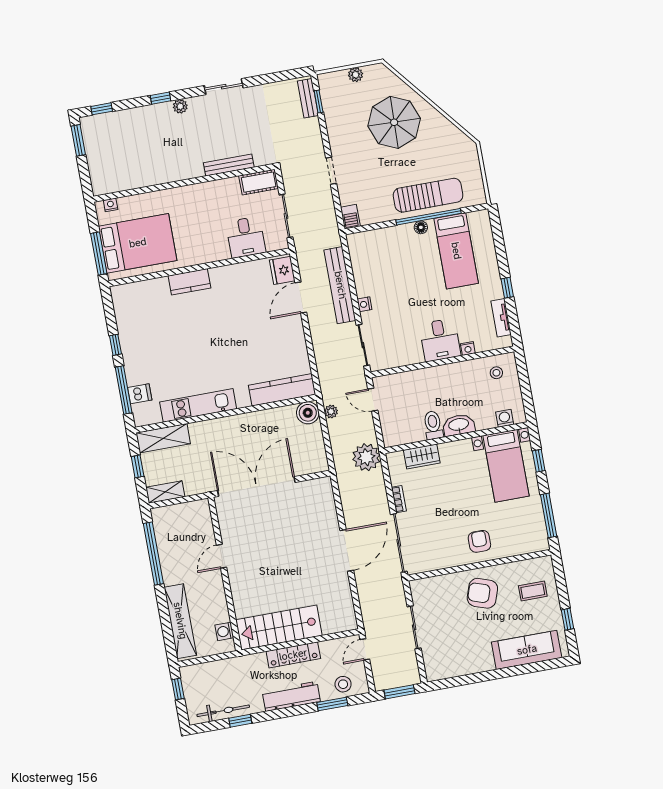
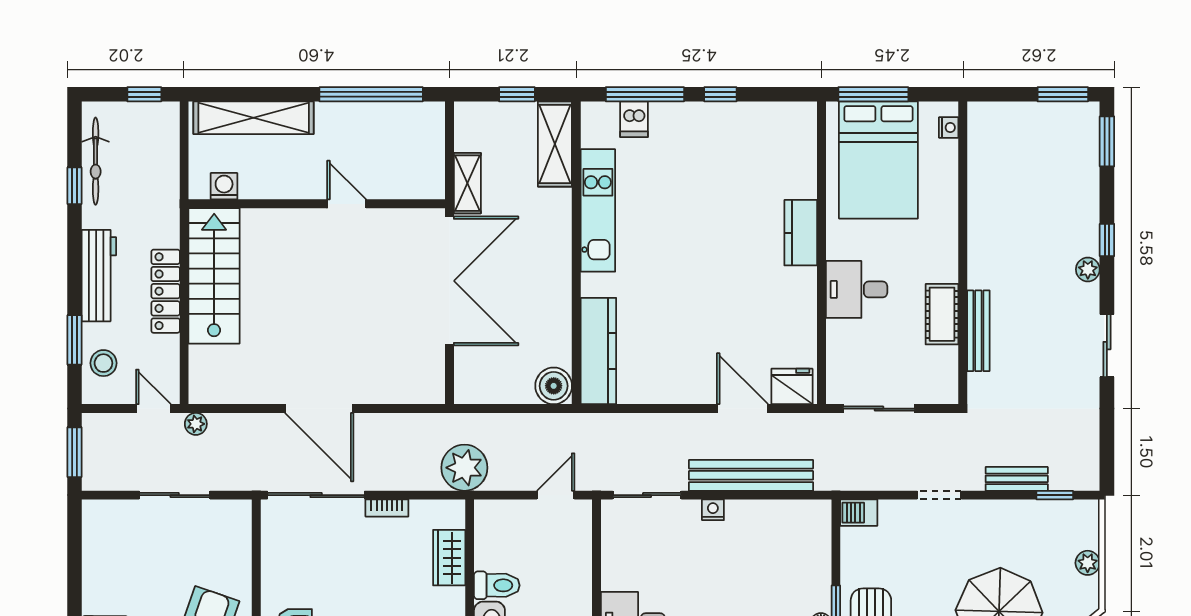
bench: (308, 98) -> (1017, 479), moved
window: (102, 109) -> (1107, 141), width x1.50
cot: (259, 182) -> (942, 314), moved
desk: (246, 237) -> (857, 289), moved
plant: (331, 411) -> (196, 424), moved
shelving: (165, 492) -> (467, 183), moved

